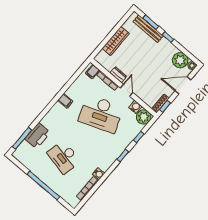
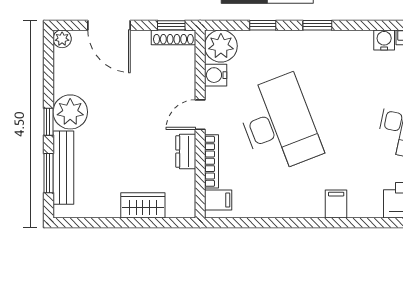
wardrobe: (116, 41) -> (143, 205), width x0.67
plant: (180, 60) -> (70, 112), moved
filing cabinet: (65, 101) -> (336, 204), moved

